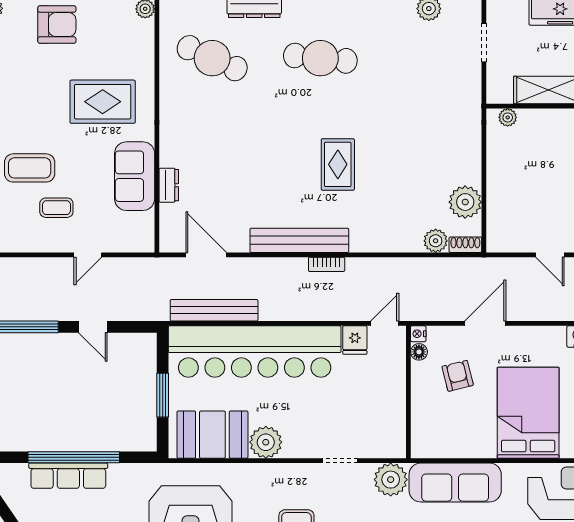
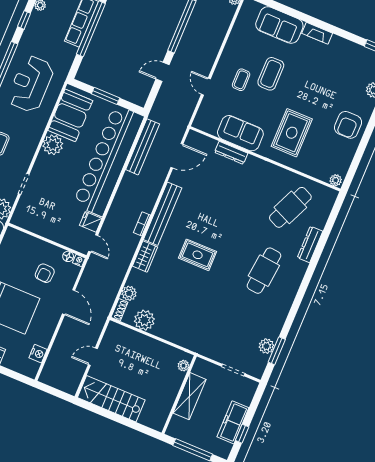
dresser: (169, 185) -> (231, 153), width x1.44
wardrobe: (372, 240) -> (145, 256), added
armchair: (458, 376) -> (45, 273), turned 107

